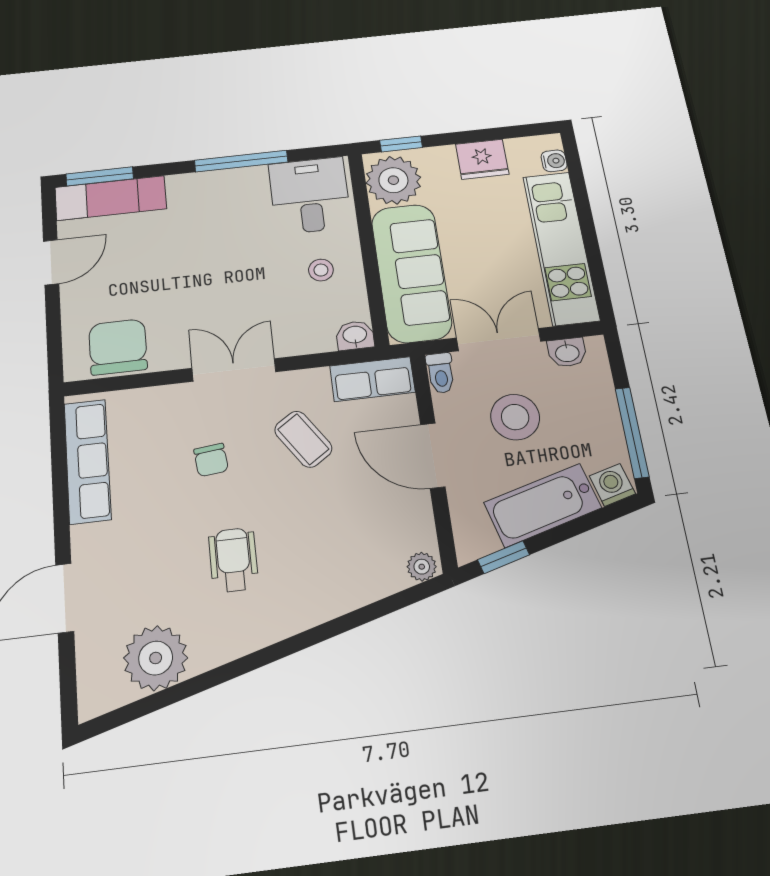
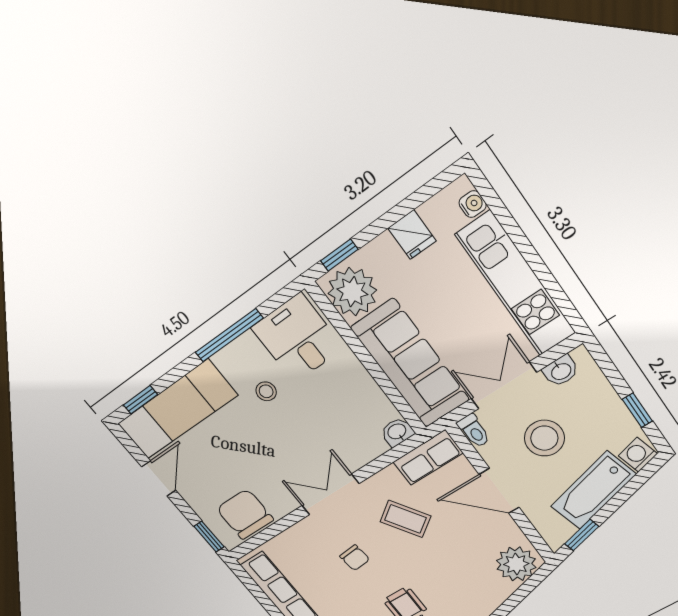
fridge: (482, 159) -> (412, 235), width x0.72
window: (100, 176) -> (140, 400), width x0.67
exam couch: (111, 198) -> (177, 410), width x1.36, depth x1.45
stool: (321, 270) -> (266, 391), moved
window: (55, 353) -> (209, 537), added
window: (632, 432) -> (637, 410), width x0.46
plant: (422, 567) -> (516, 564), width x1.88, depth x1.88

